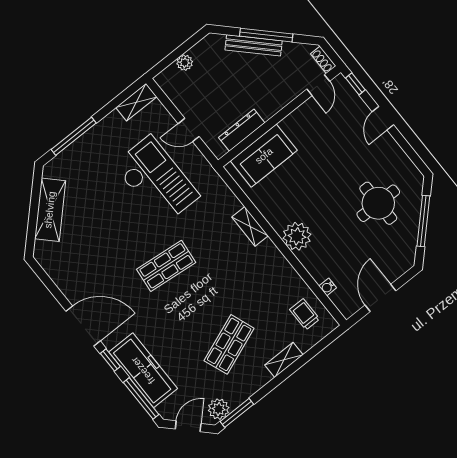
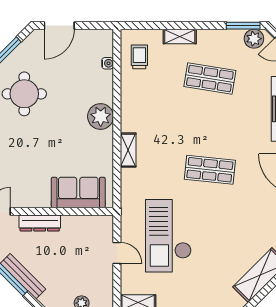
dresser: (242, 130) -> (40, 223), moved
door: (380, 298) -> (59, 26), moved
trolley: (305, 314) -> (139, 57), turned 180
shop shelf: (229, 344) -> (210, 78), turned 30

